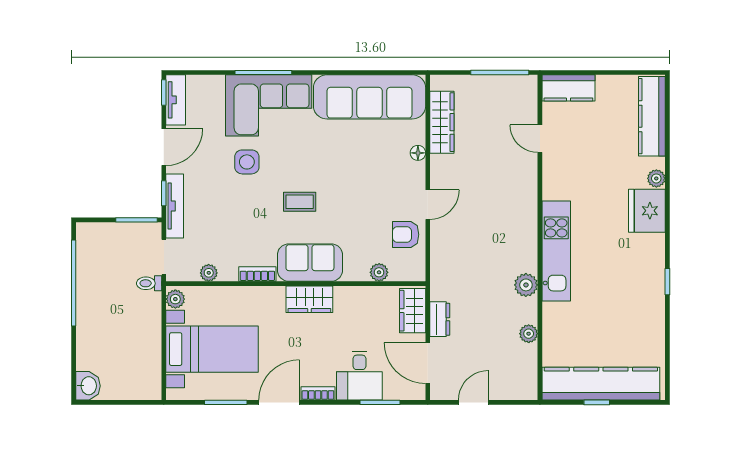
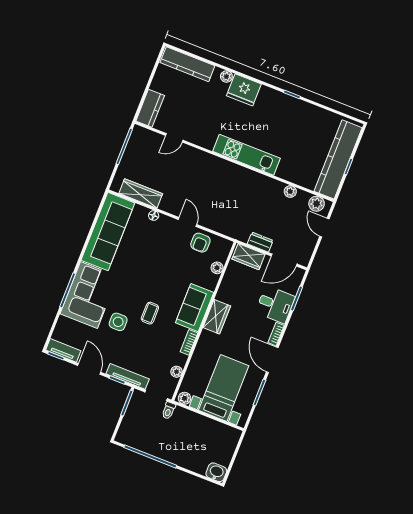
coffee table: (300, 202) -> (150, 313), moved
plant: (526, 285) -> (317, 204), moved
door: (473, 402) -> (324, 228), moved

